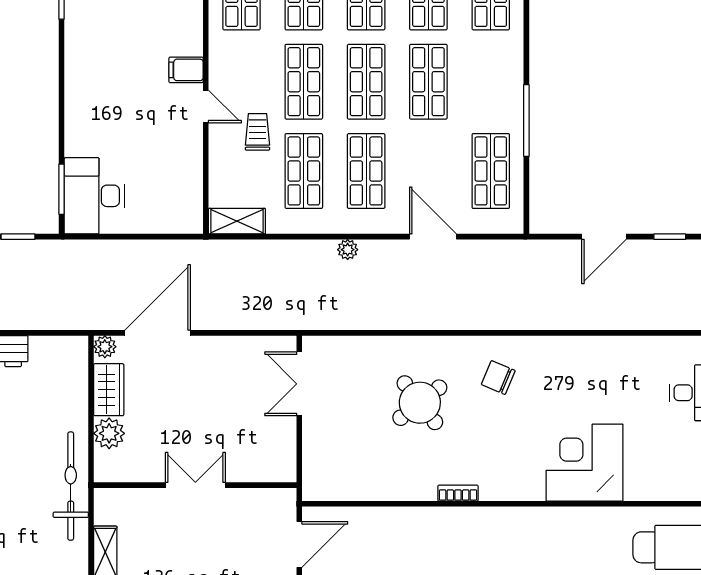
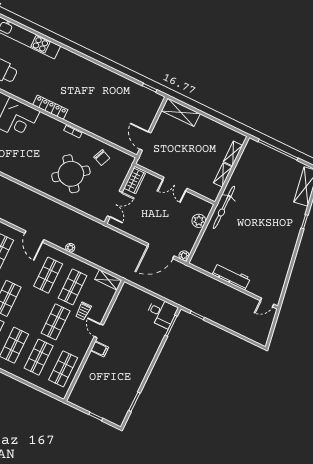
shop shelf: (366, 82) -> (31, 310), removed
desk: (94, 196) -> (162, 313), width x0.73
chair: (498, 378) -> (102, 158), moved
wardrobe: (109, 390) -> (135, 181), moved, turned 180
round table: (420, 403) -> (71, 174), width x1.36, depth x1.36
locker: (529, 519) -> (50, 107), added
door: (299, 545) -> (145, 141), hinge flipped

